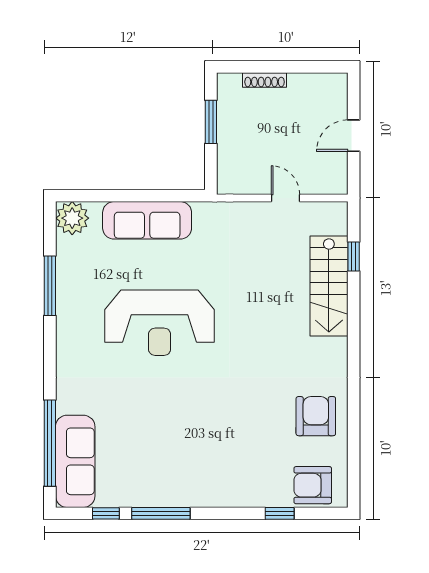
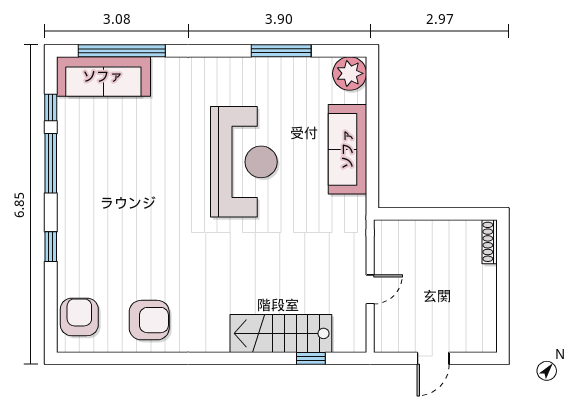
shoe rack: (265, 80) -> (490, 242), moved
window: (211, 122) -> (447, 214), removed
door: (354, 136) -> (433, 358), swing flipped
reception desk: (160, 323) -> (244, 162), turned 180
window: (280, 513) -> (51, 247), moved

